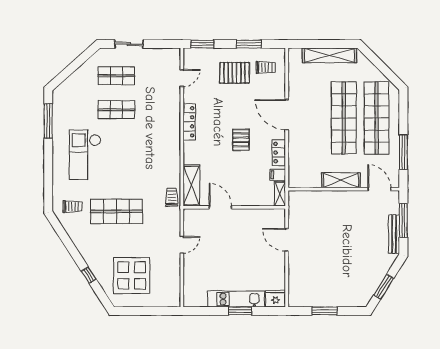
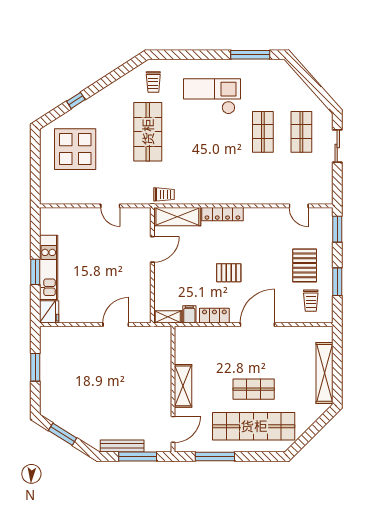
shop shelf: (344, 118) -> (254, 389), width x0.50, depth x0.74
locker: (189, 122) -> (222, 214), moved

